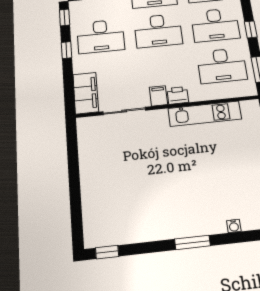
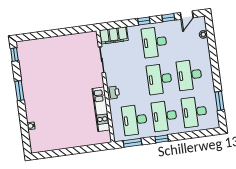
filing cabinet: (158, 96) -> (113, 81), removed
window: (192, 242) -> (19, 91), moved

